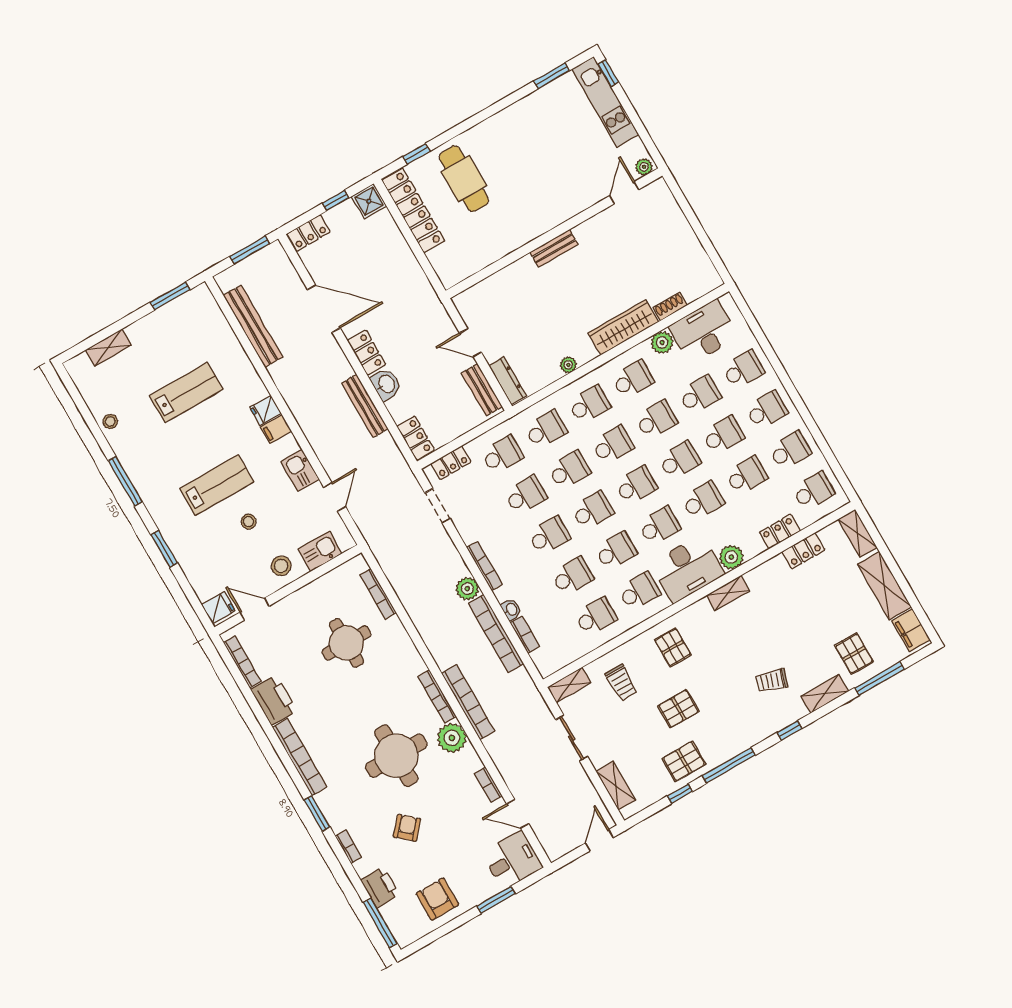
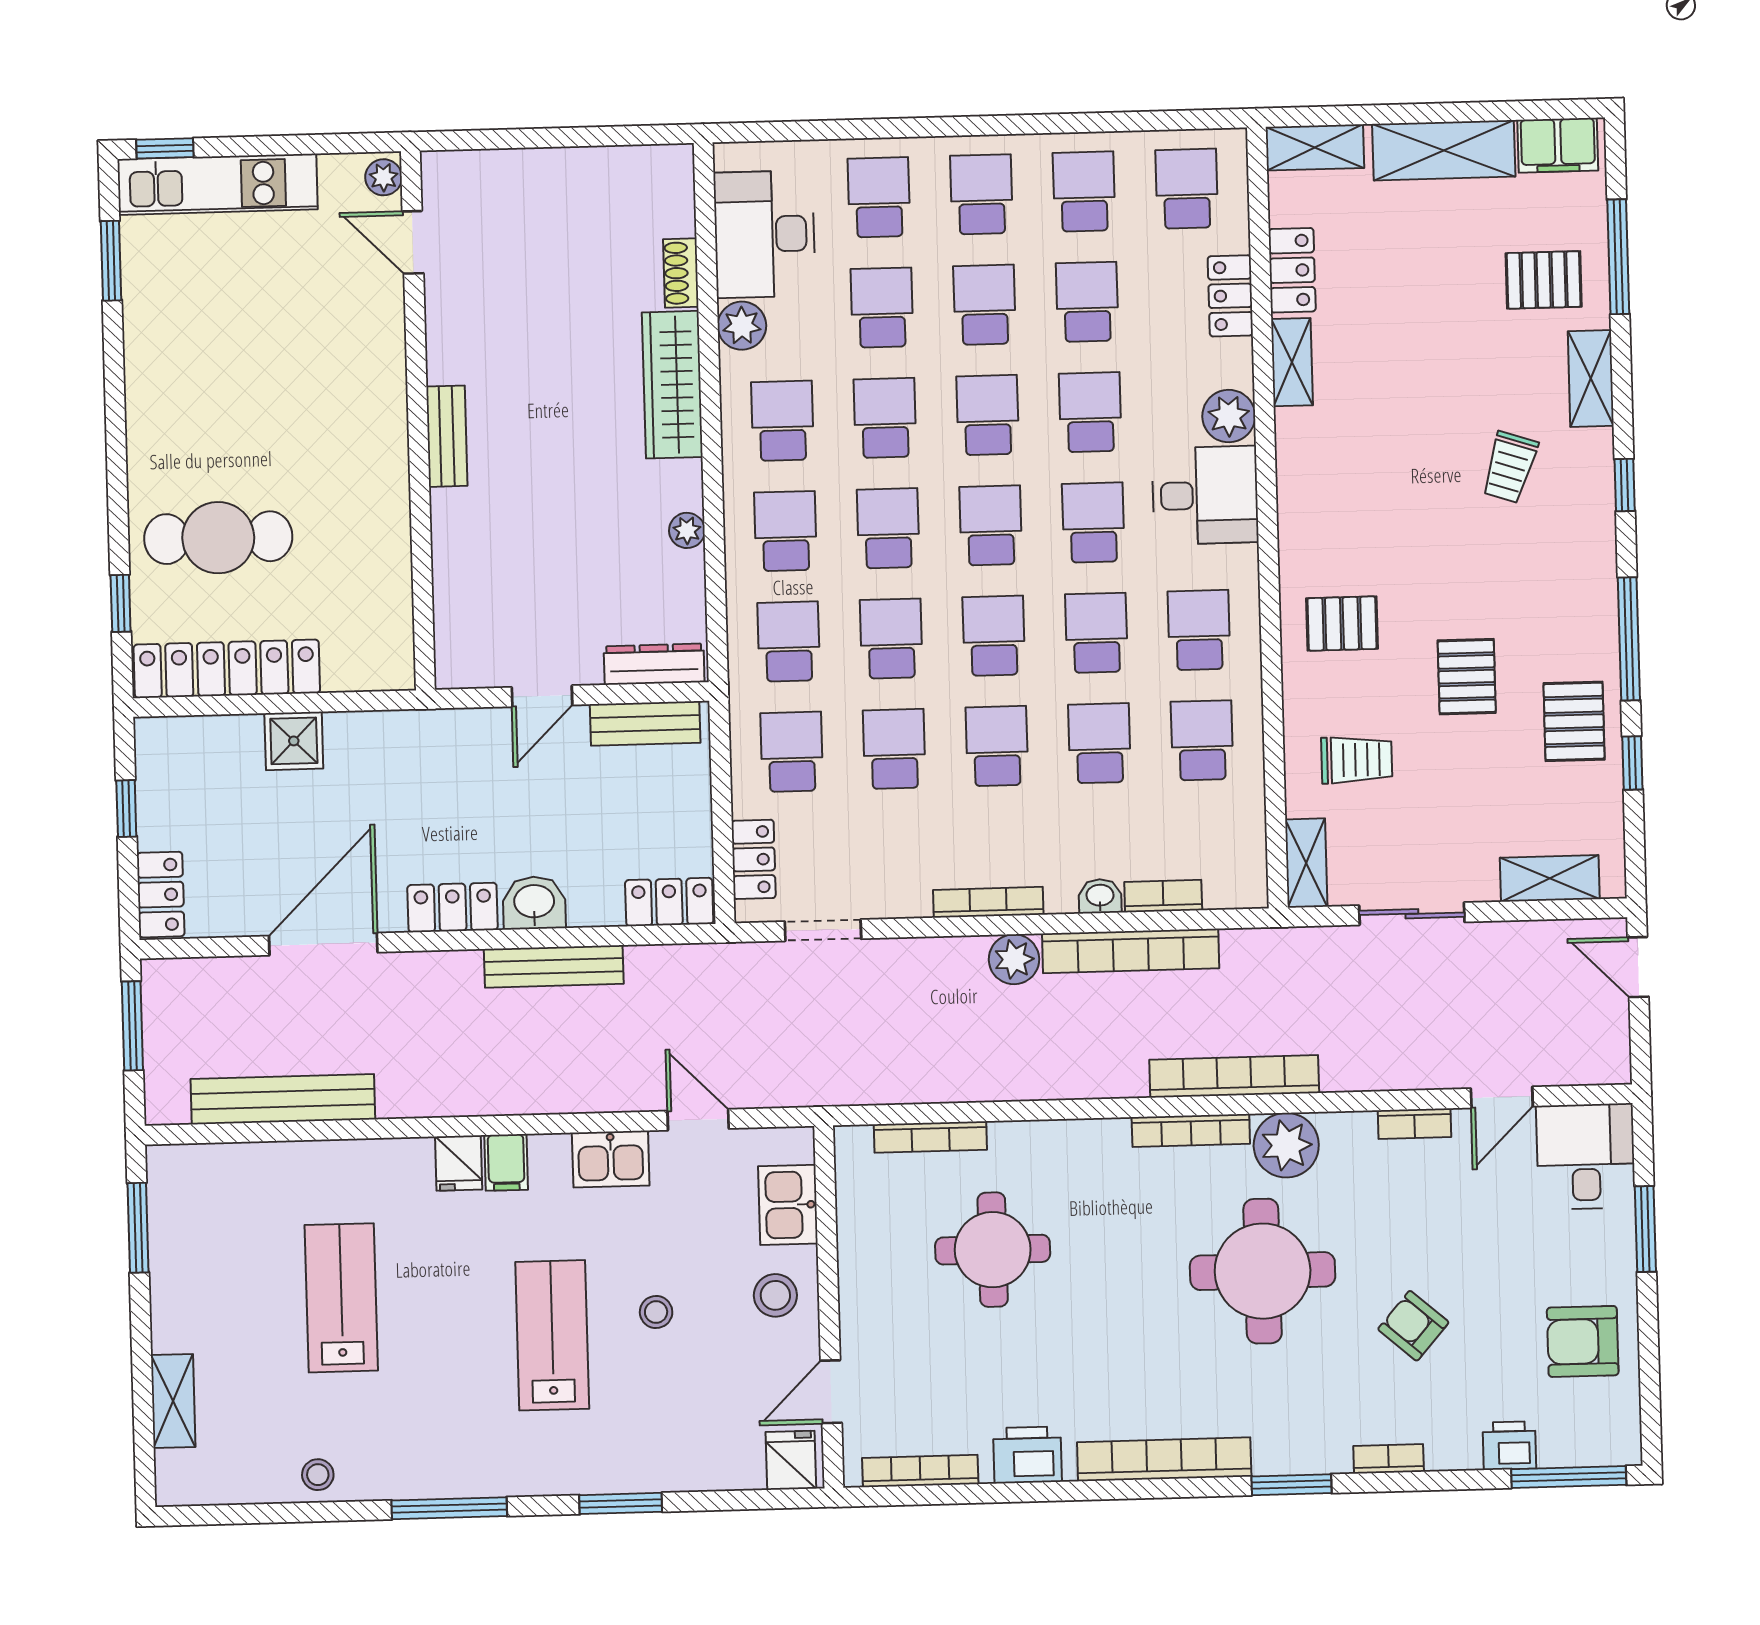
shower: (369, 201) -> (294, 741), moved
desk: (687, 569) -> (1205, 495), width x0.73
shelving: (728, 593) -> (1292, 362), moved
printer: (274, 700) -> (1027, 1455), width x0.73, depth x0.84
printer: (380, 887) -> (1509, 1446), width x0.73, depth x0.81

